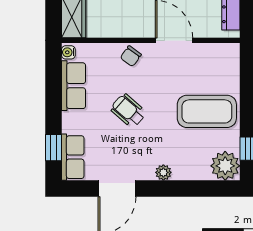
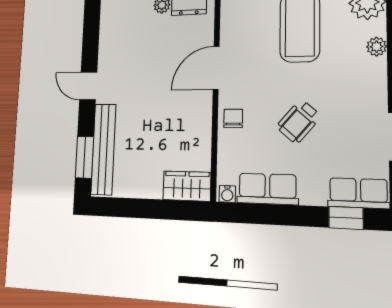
chair: (131, 56) -> (233, 118), turned -126
plant: (163, 172) -> (377, 47), moved

